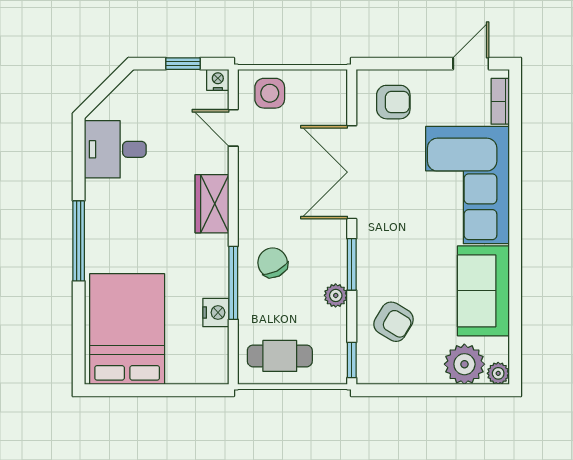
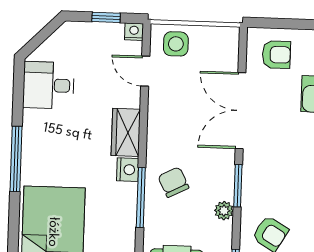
nightstand: (216, 313) -> (128, 170), moved

